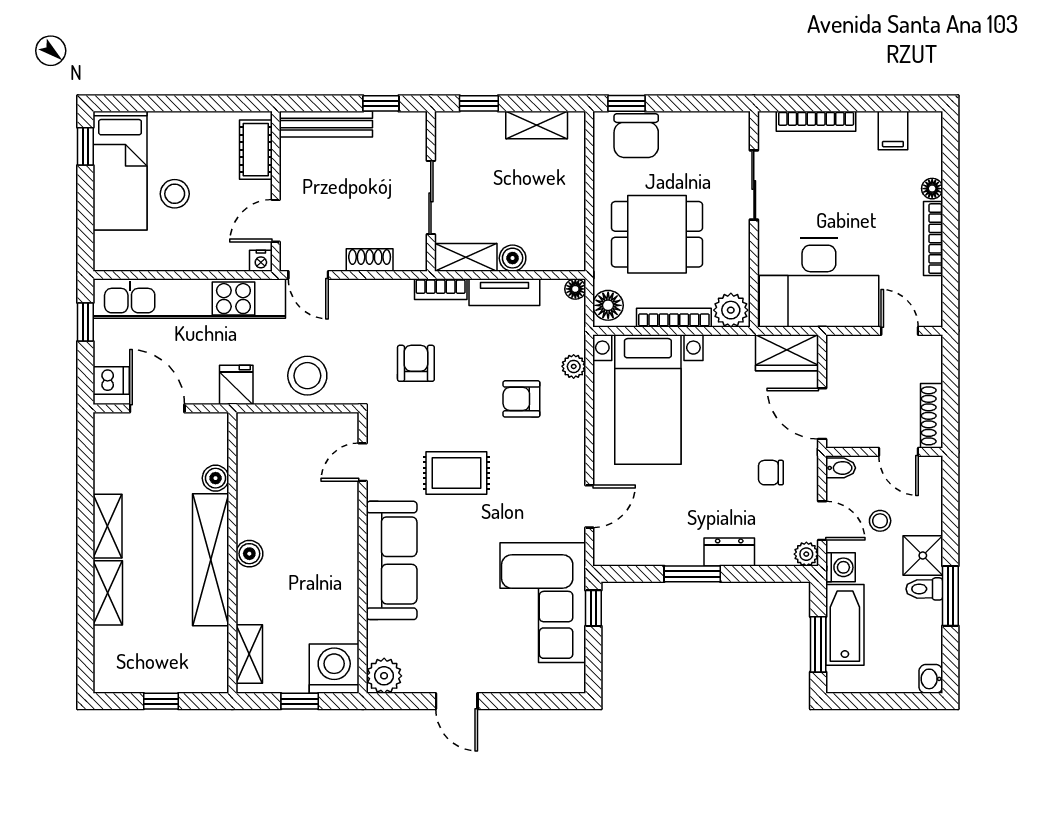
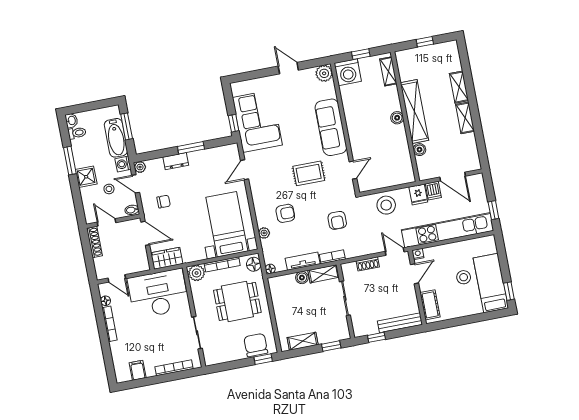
floor lamp: (932, 189) -> (106, 301), moved
dishwasher: (111, 380) -> (433, 191), moved, turned -90
toilet: (924, 589) -> (77, 133), moved

